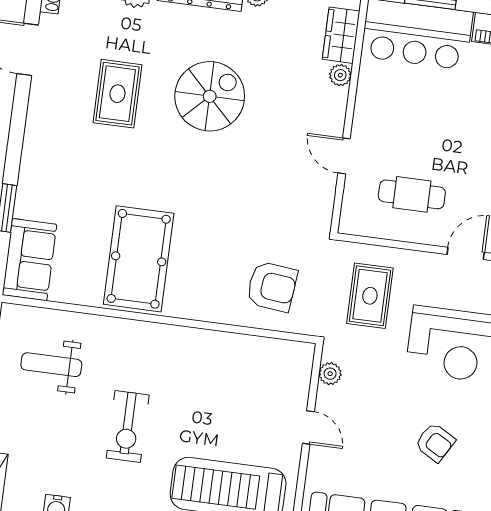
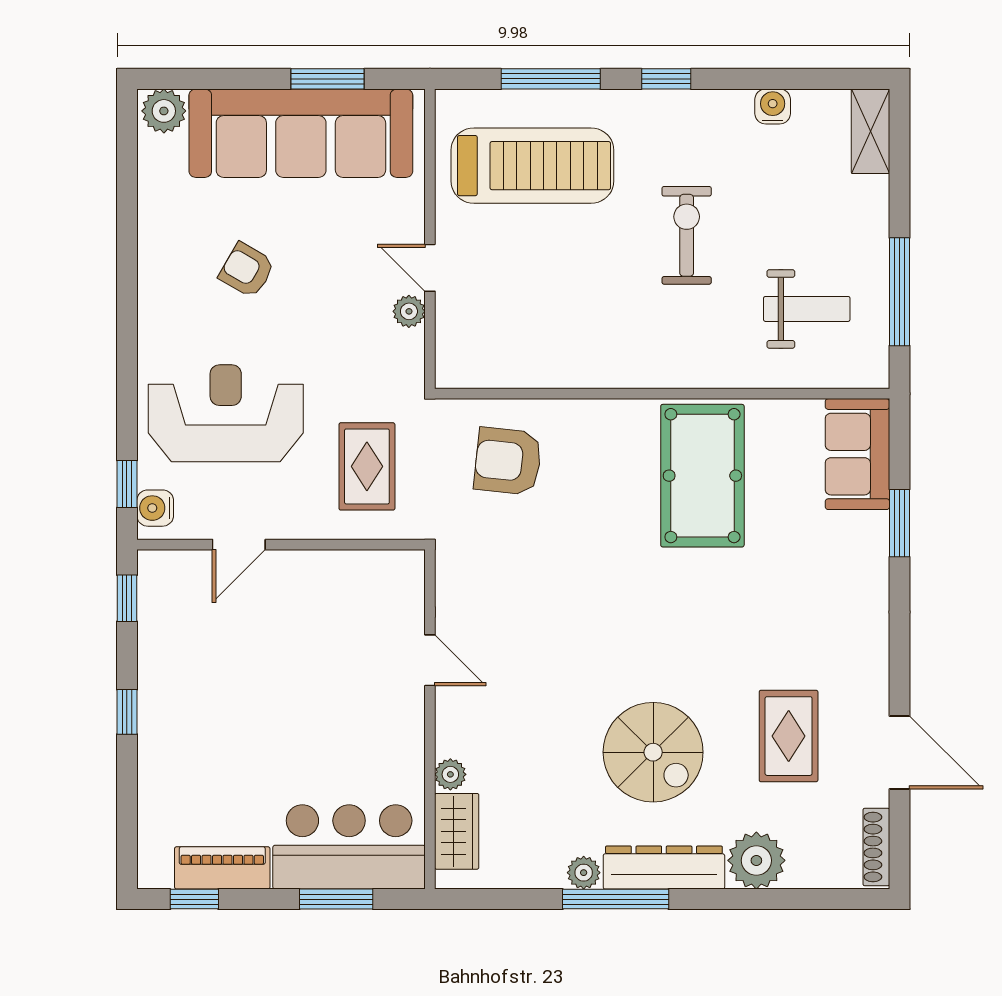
rug: (117, 94) -> (789, 736), moved
spiral stairs: (210, 96) -> (653, 752), moved, turned -90
cafe table: (412, 194) -> (326, 618), removed
plant: (330, 374) -> (409, 311), moved

